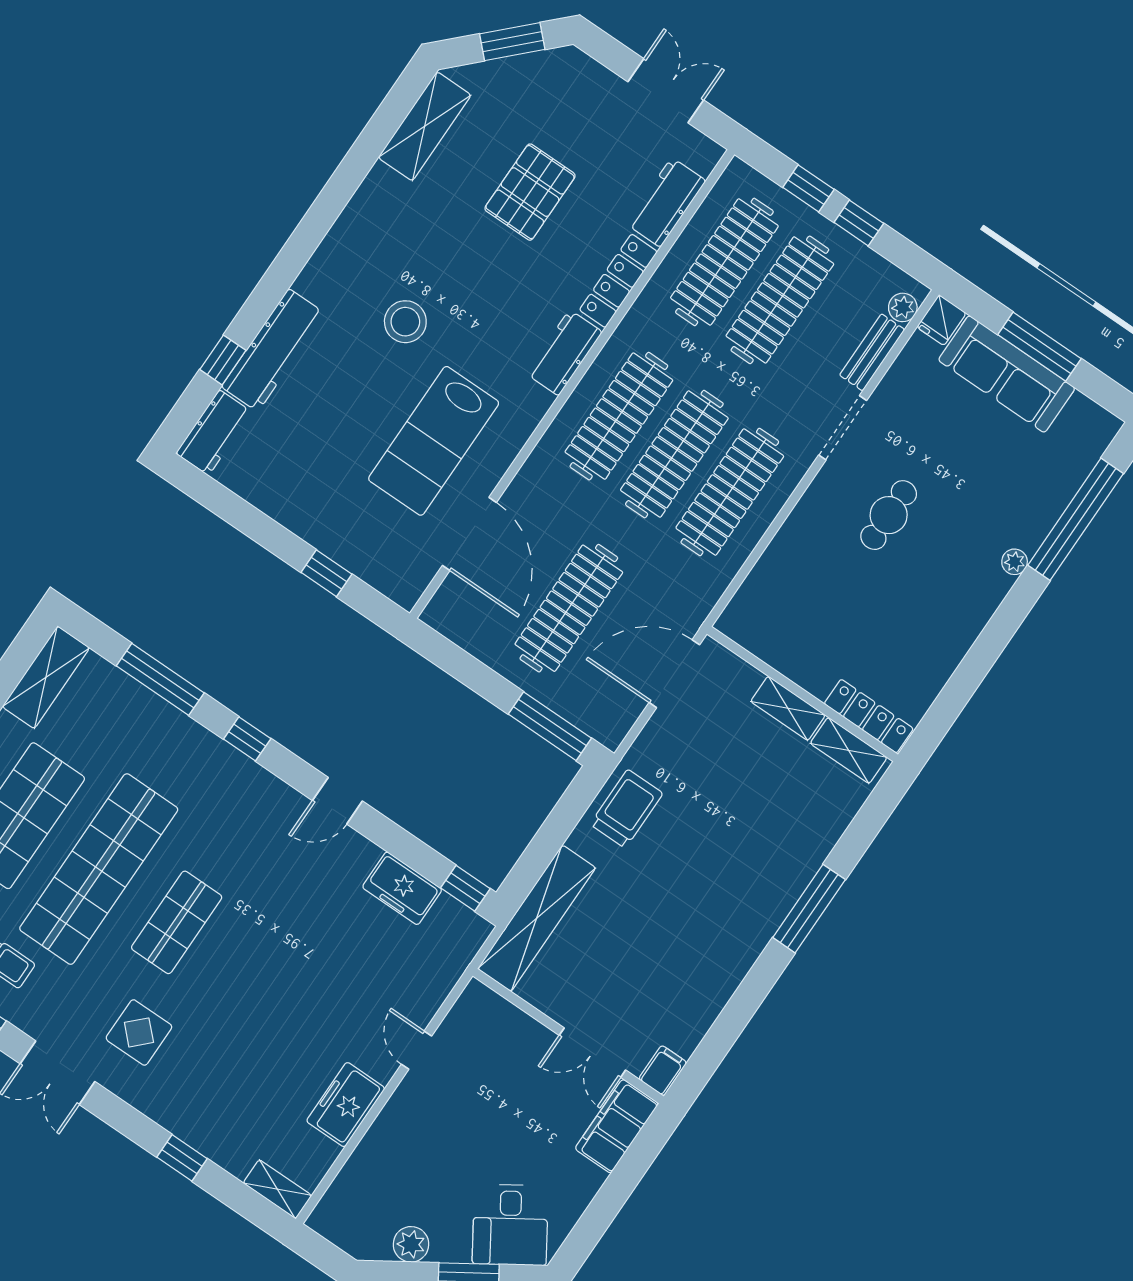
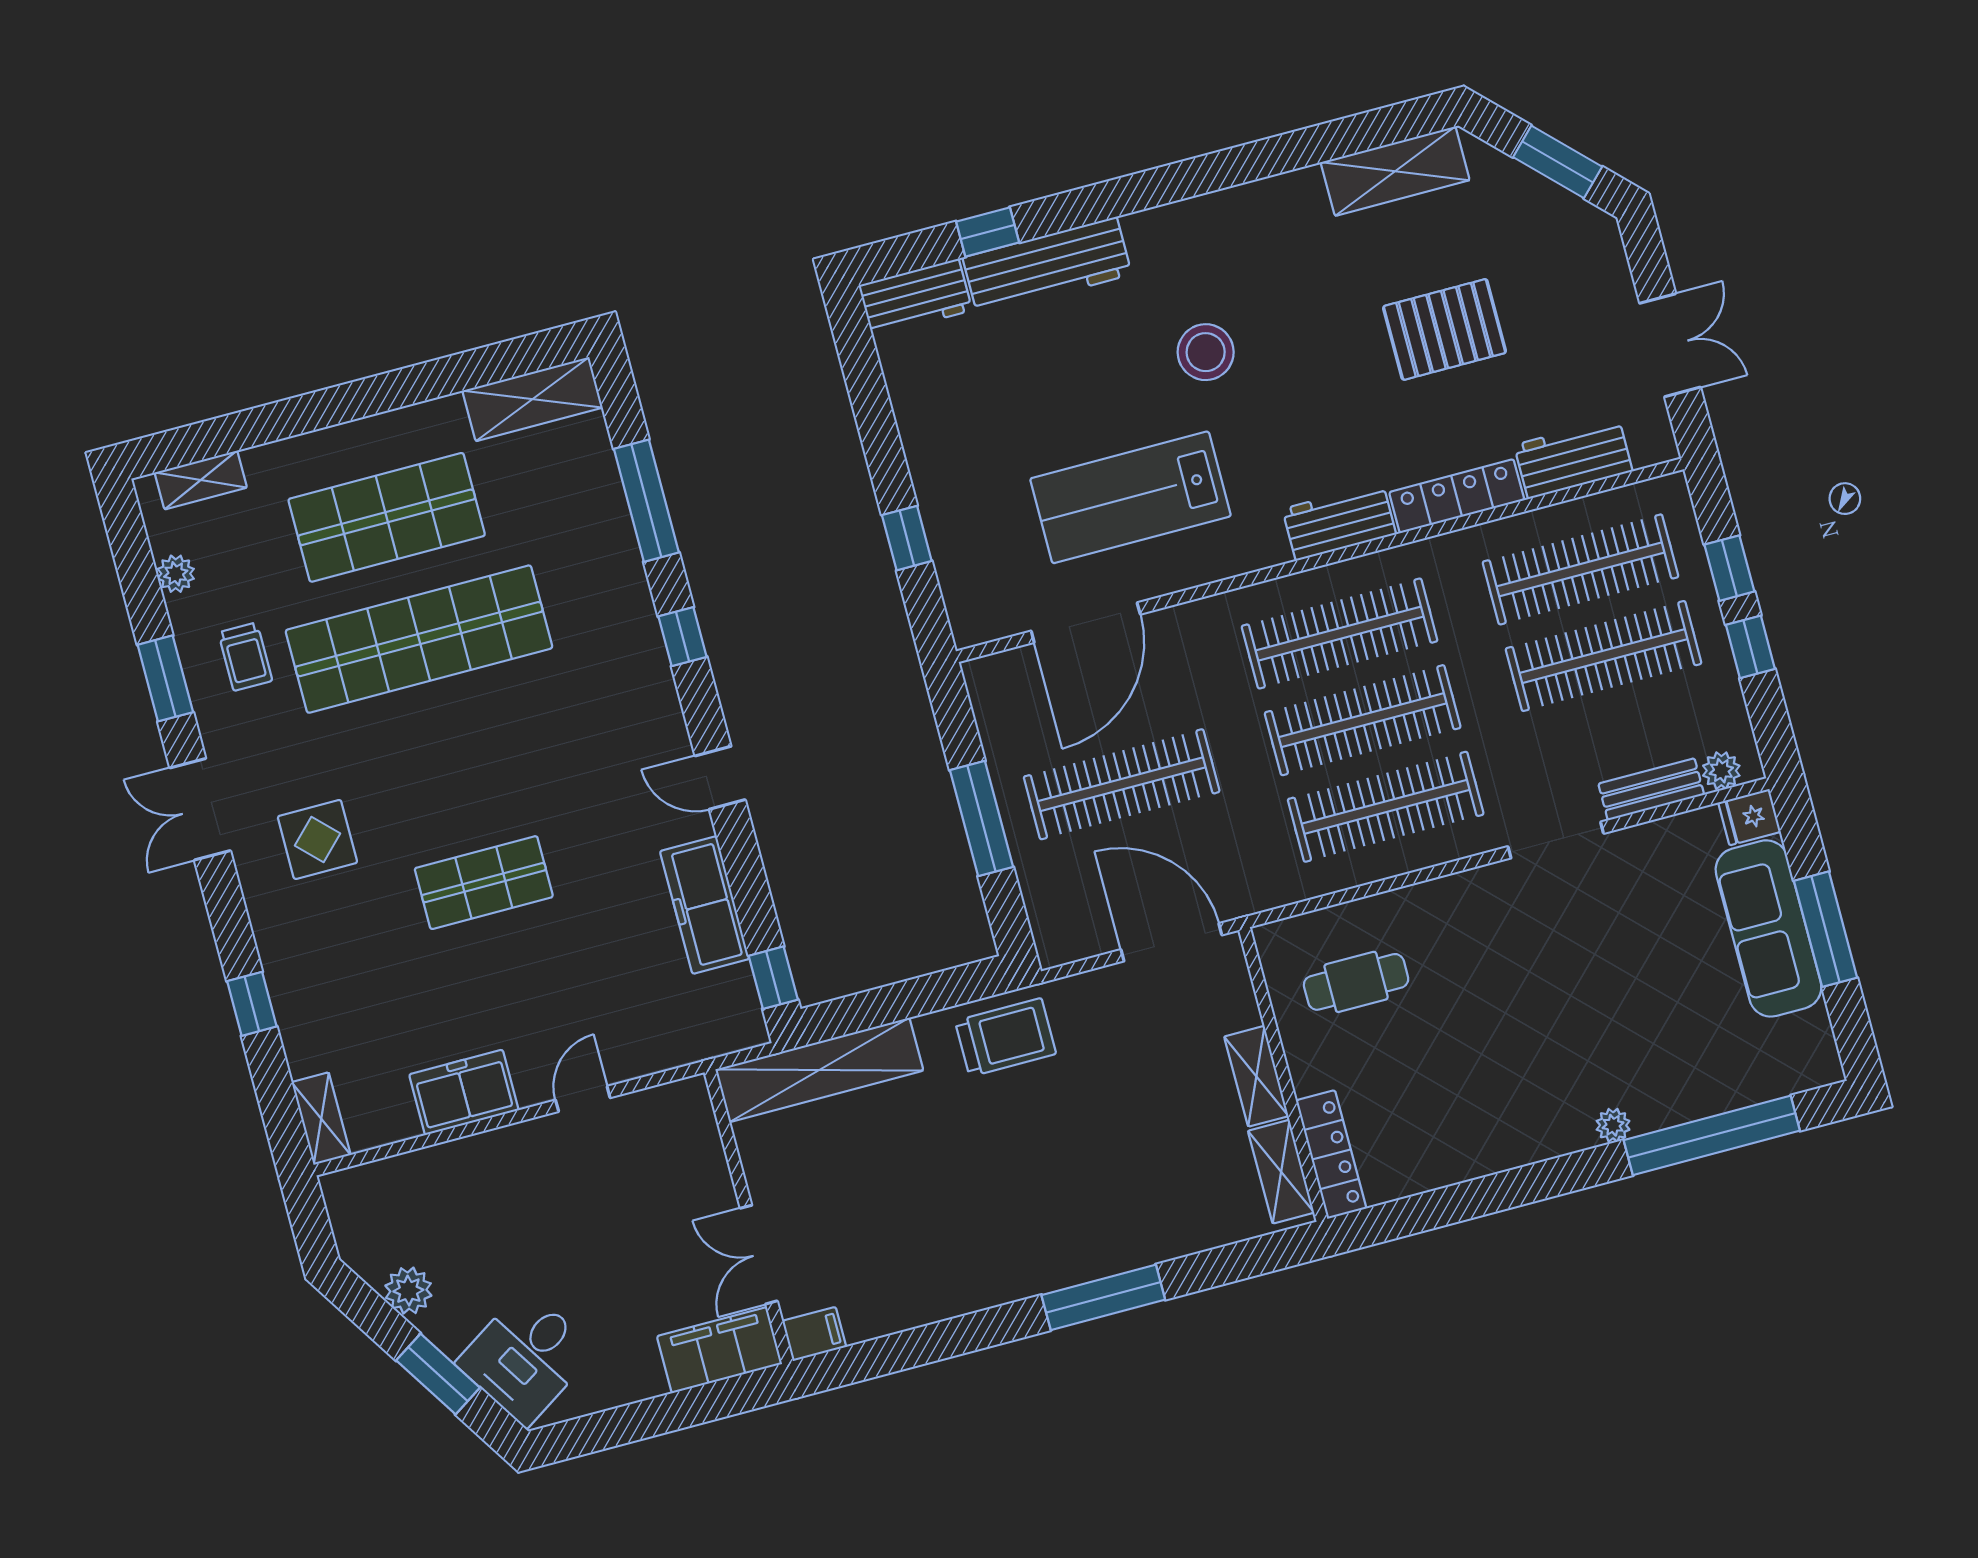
cafe table: (889, 515) -> (1356, 982), moved
window: (550, 726) -> (981, 819), moved
freezer: (402, 888) -> (705, 905), width x1.40
shop shelf: (177, 922) -> (484, 883), moved

